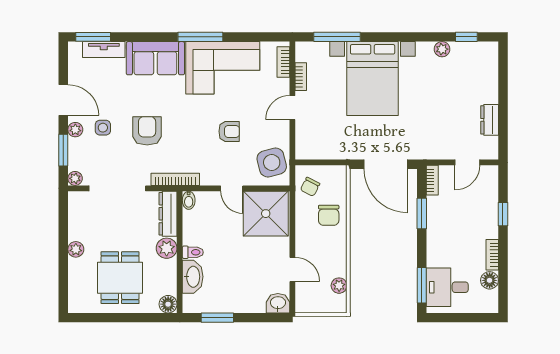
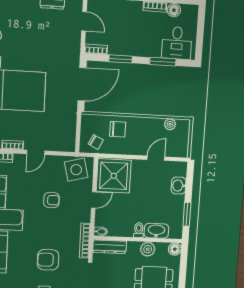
door: (292, 108) -> (36, 152), hinge flipped
armchair: (229, 131) -> (51, 200), turned 90
plant: (167, 248) -> (148, 249), moved
window: (422, 285) -> (163, 62), moved
washbasin: (278, 303) -> (179, 186), moved

